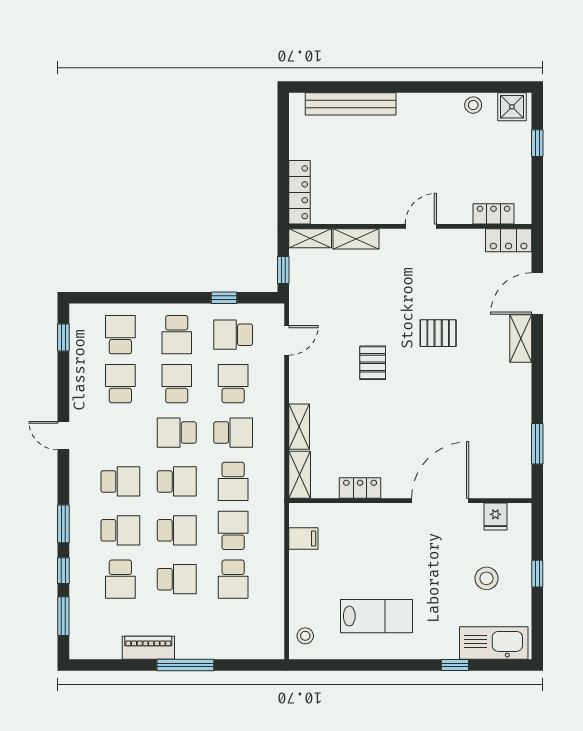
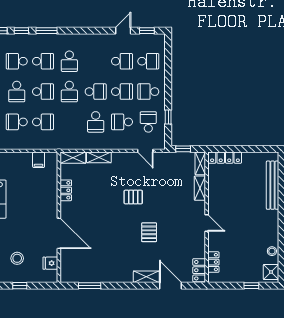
school desk: (233, 384) -> (122, 122), turned 180
school desk: (177, 433) -> (96, 92), turned 90
door: (63, 436) -> (123, 31), moved
school desk: (233, 481) -> (69, 122), removed
school desk: (120, 530) -> (43, 61), turned -90
school desk: (177, 530) -> (43, 92), turned -90

